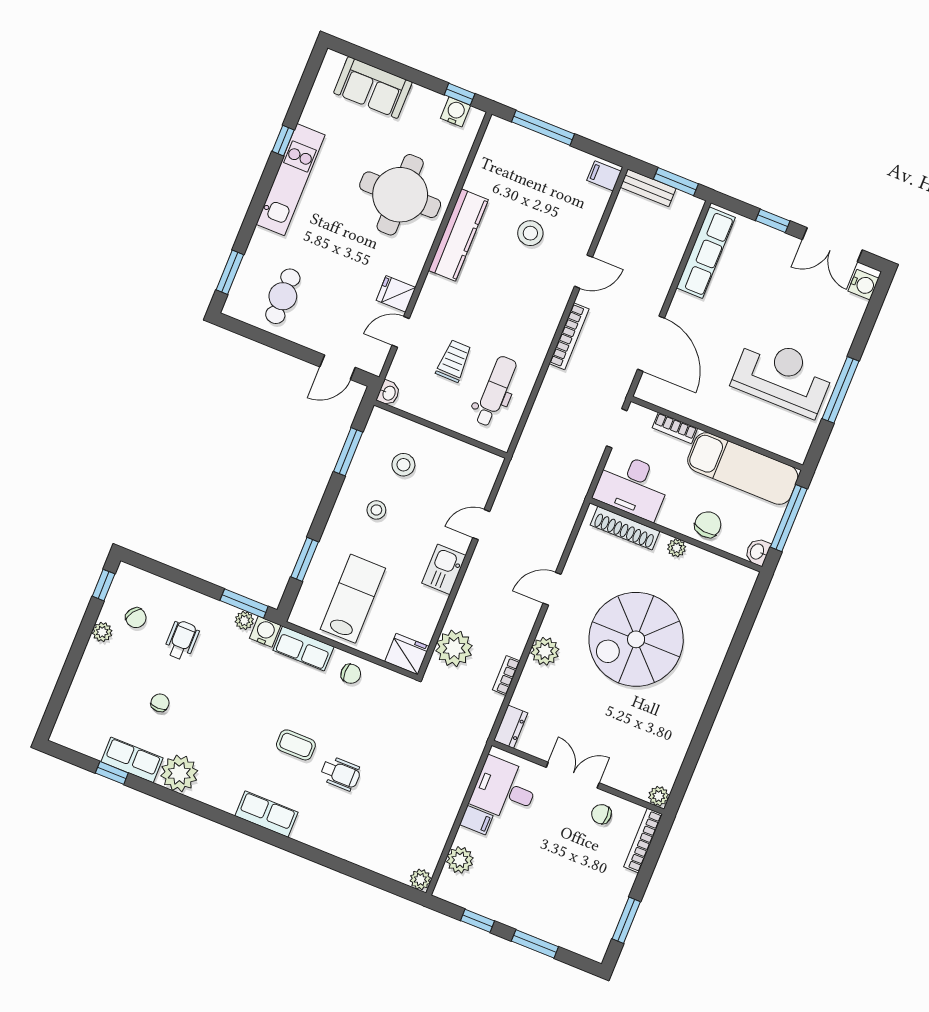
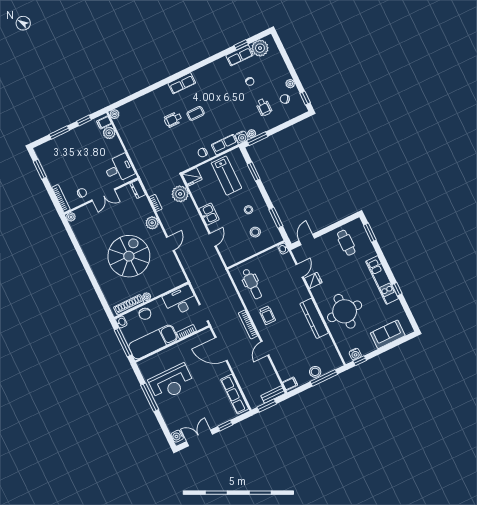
stool: (530, 233) -> (315, 372), moved
trolley: (454, 361) -> (267, 315), moved
shoe rack: (625, 528) -> (129, 305), moved
plant: (179, 773) -> (260, 48), moved
filing cabinet: (476, 820) -> (104, 122), moved

